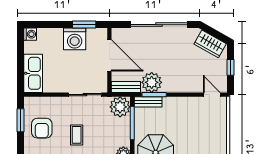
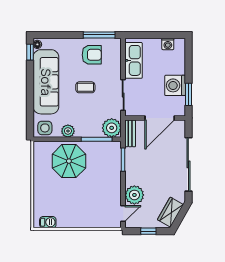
washing machine: (30, 34) -> (168, 44), moved
kitchen sink: (33, 73) -> (134, 60), moved, turned -90
plant: (152, 82) -> (134, 195), moved
bench: (148, 102) -> (116, 154), removed
window: (21, 120) -> (99, 35), width x1.44
armchair: (42, 128) -> (92, 55), turned 180

